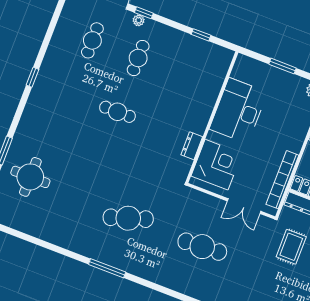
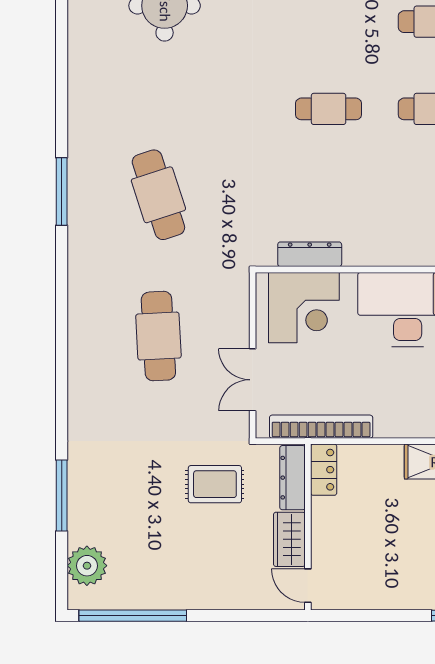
cafe table: (117, 112) -> (329, 109), turned 90
dresser: (192, 146) -> (310, 254), width x1.44

